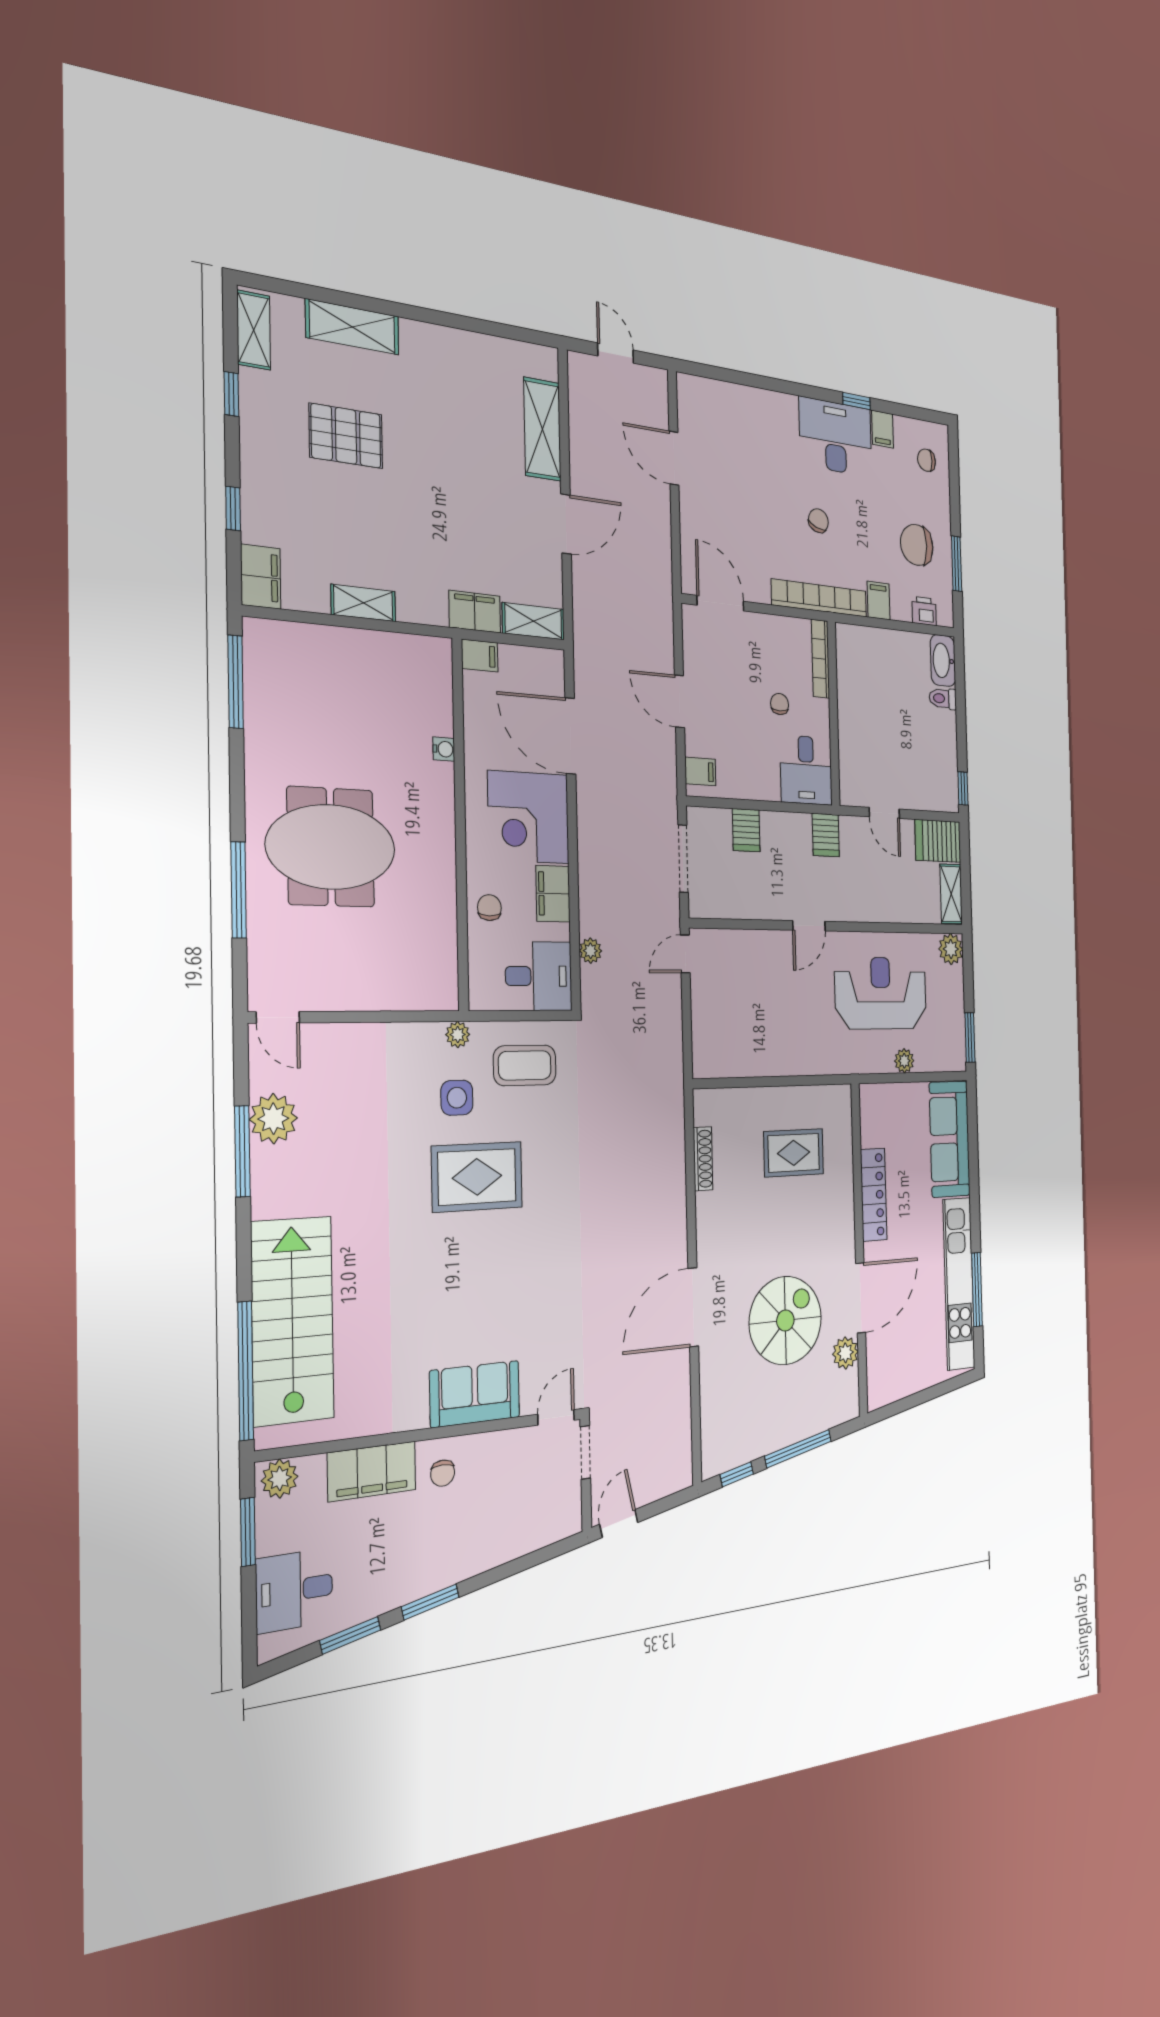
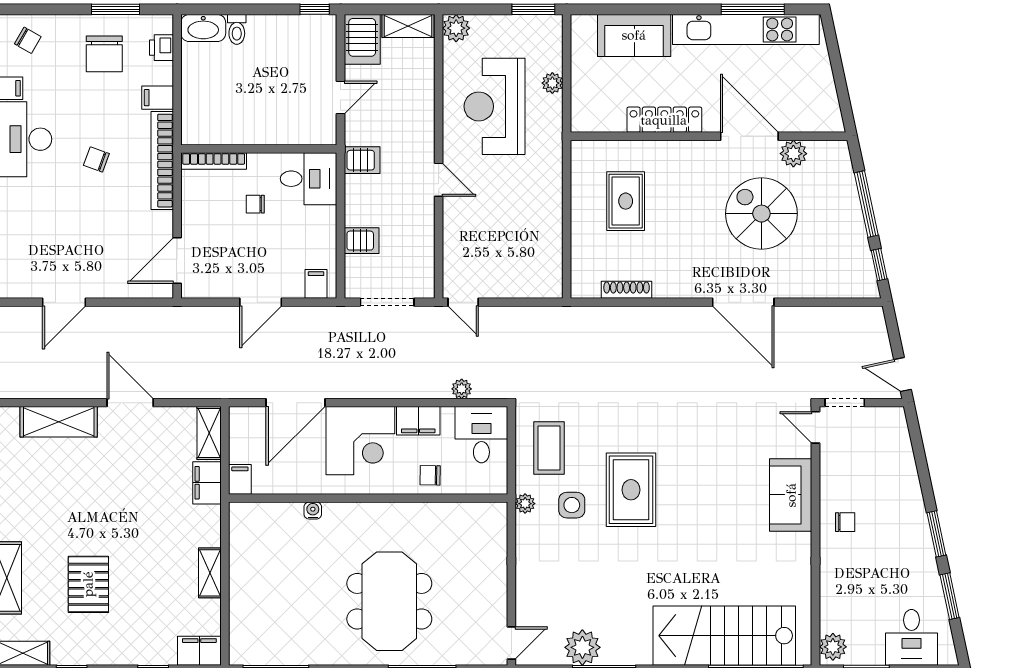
chair: (926, 460) -> (28, 40), turned -60
sofa: (950, 1139) -> (634, 35), width x0.73
filing cabinet: (372, 1471) -> (837, 578), removed

